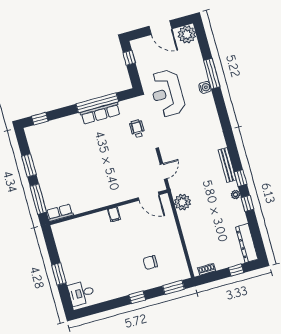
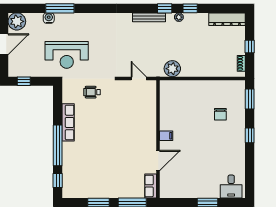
water cooler: (205, 87) -> (49, 18), moved
window: (97, 103) -> (58, 145), moved
door: (149, 196) -> (158, 160), moved
window: (236, 270) -> (250, 47), moved

